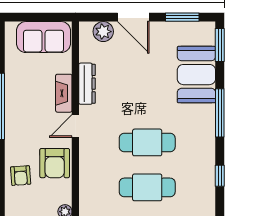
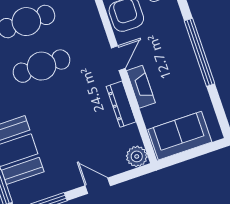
door: (133, 17) -> (98, 186), width x0.73
plant: (103, 32) -> (137, 156), moved

